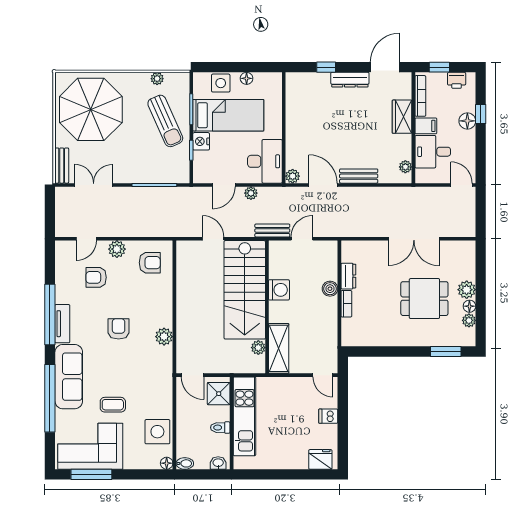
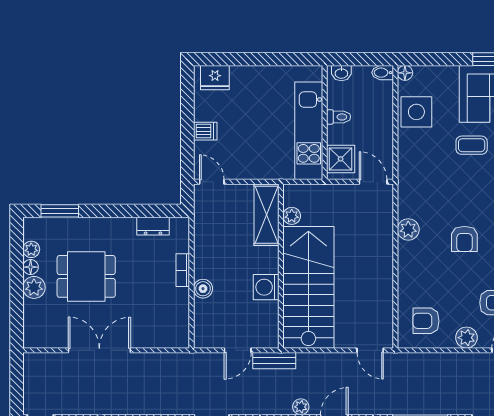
door: (213, 239) -> (370, 350), moved
dresser: (348, 276) -> (153, 226), moved, turned -90

